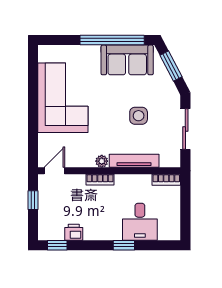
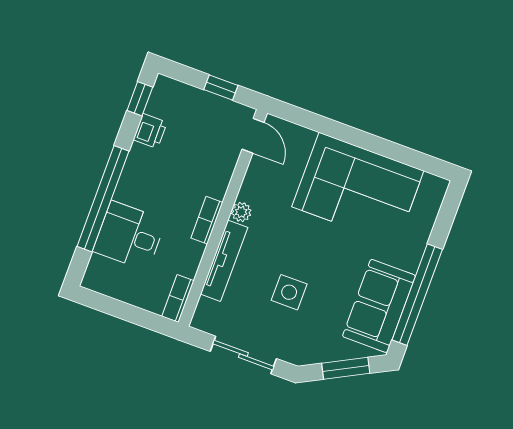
bookcase: (100, 180) -> (207, 220), moved
window: (124, 245) -> (103, 199), width x3.17

